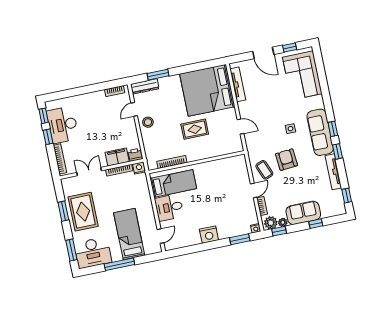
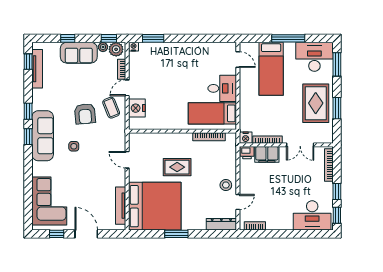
window: (158, 75) -> (176, 234), moved
desk: (63, 125) -> (312, 215), moved, turned 90
tv unit: (333, 172) -> (37, 69), moved
nightstand: (209, 235) -> (137, 108), moved, turned -90
door: (160, 236) -> (238, 60), swing flipped

